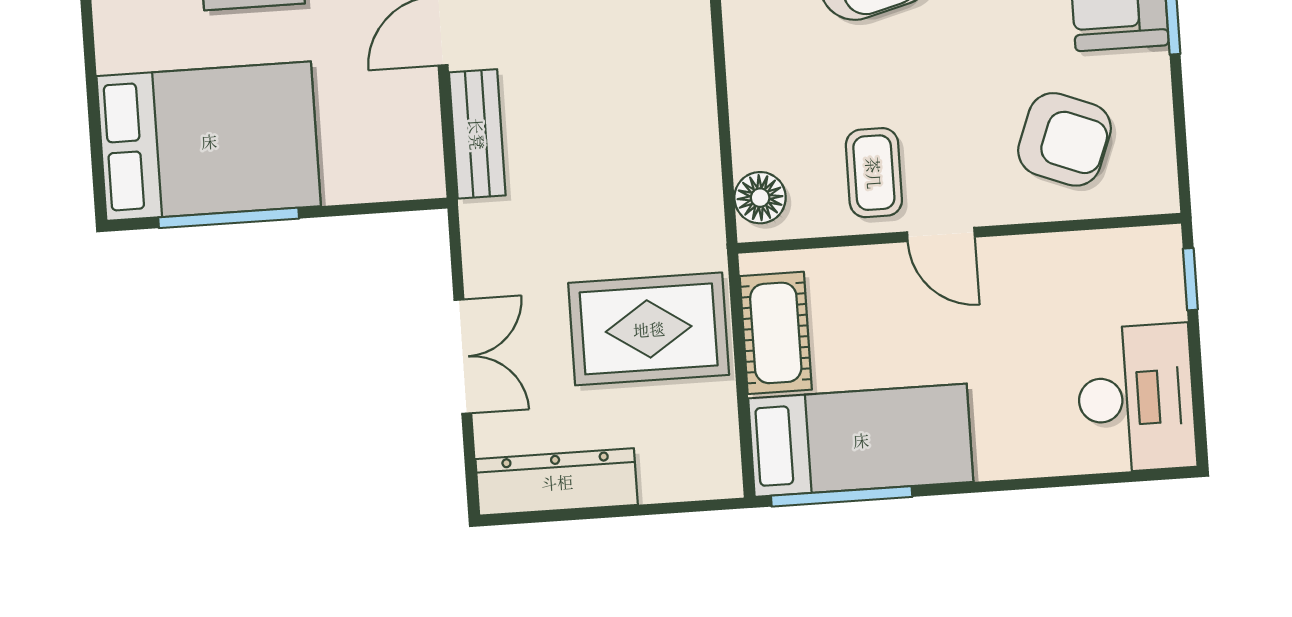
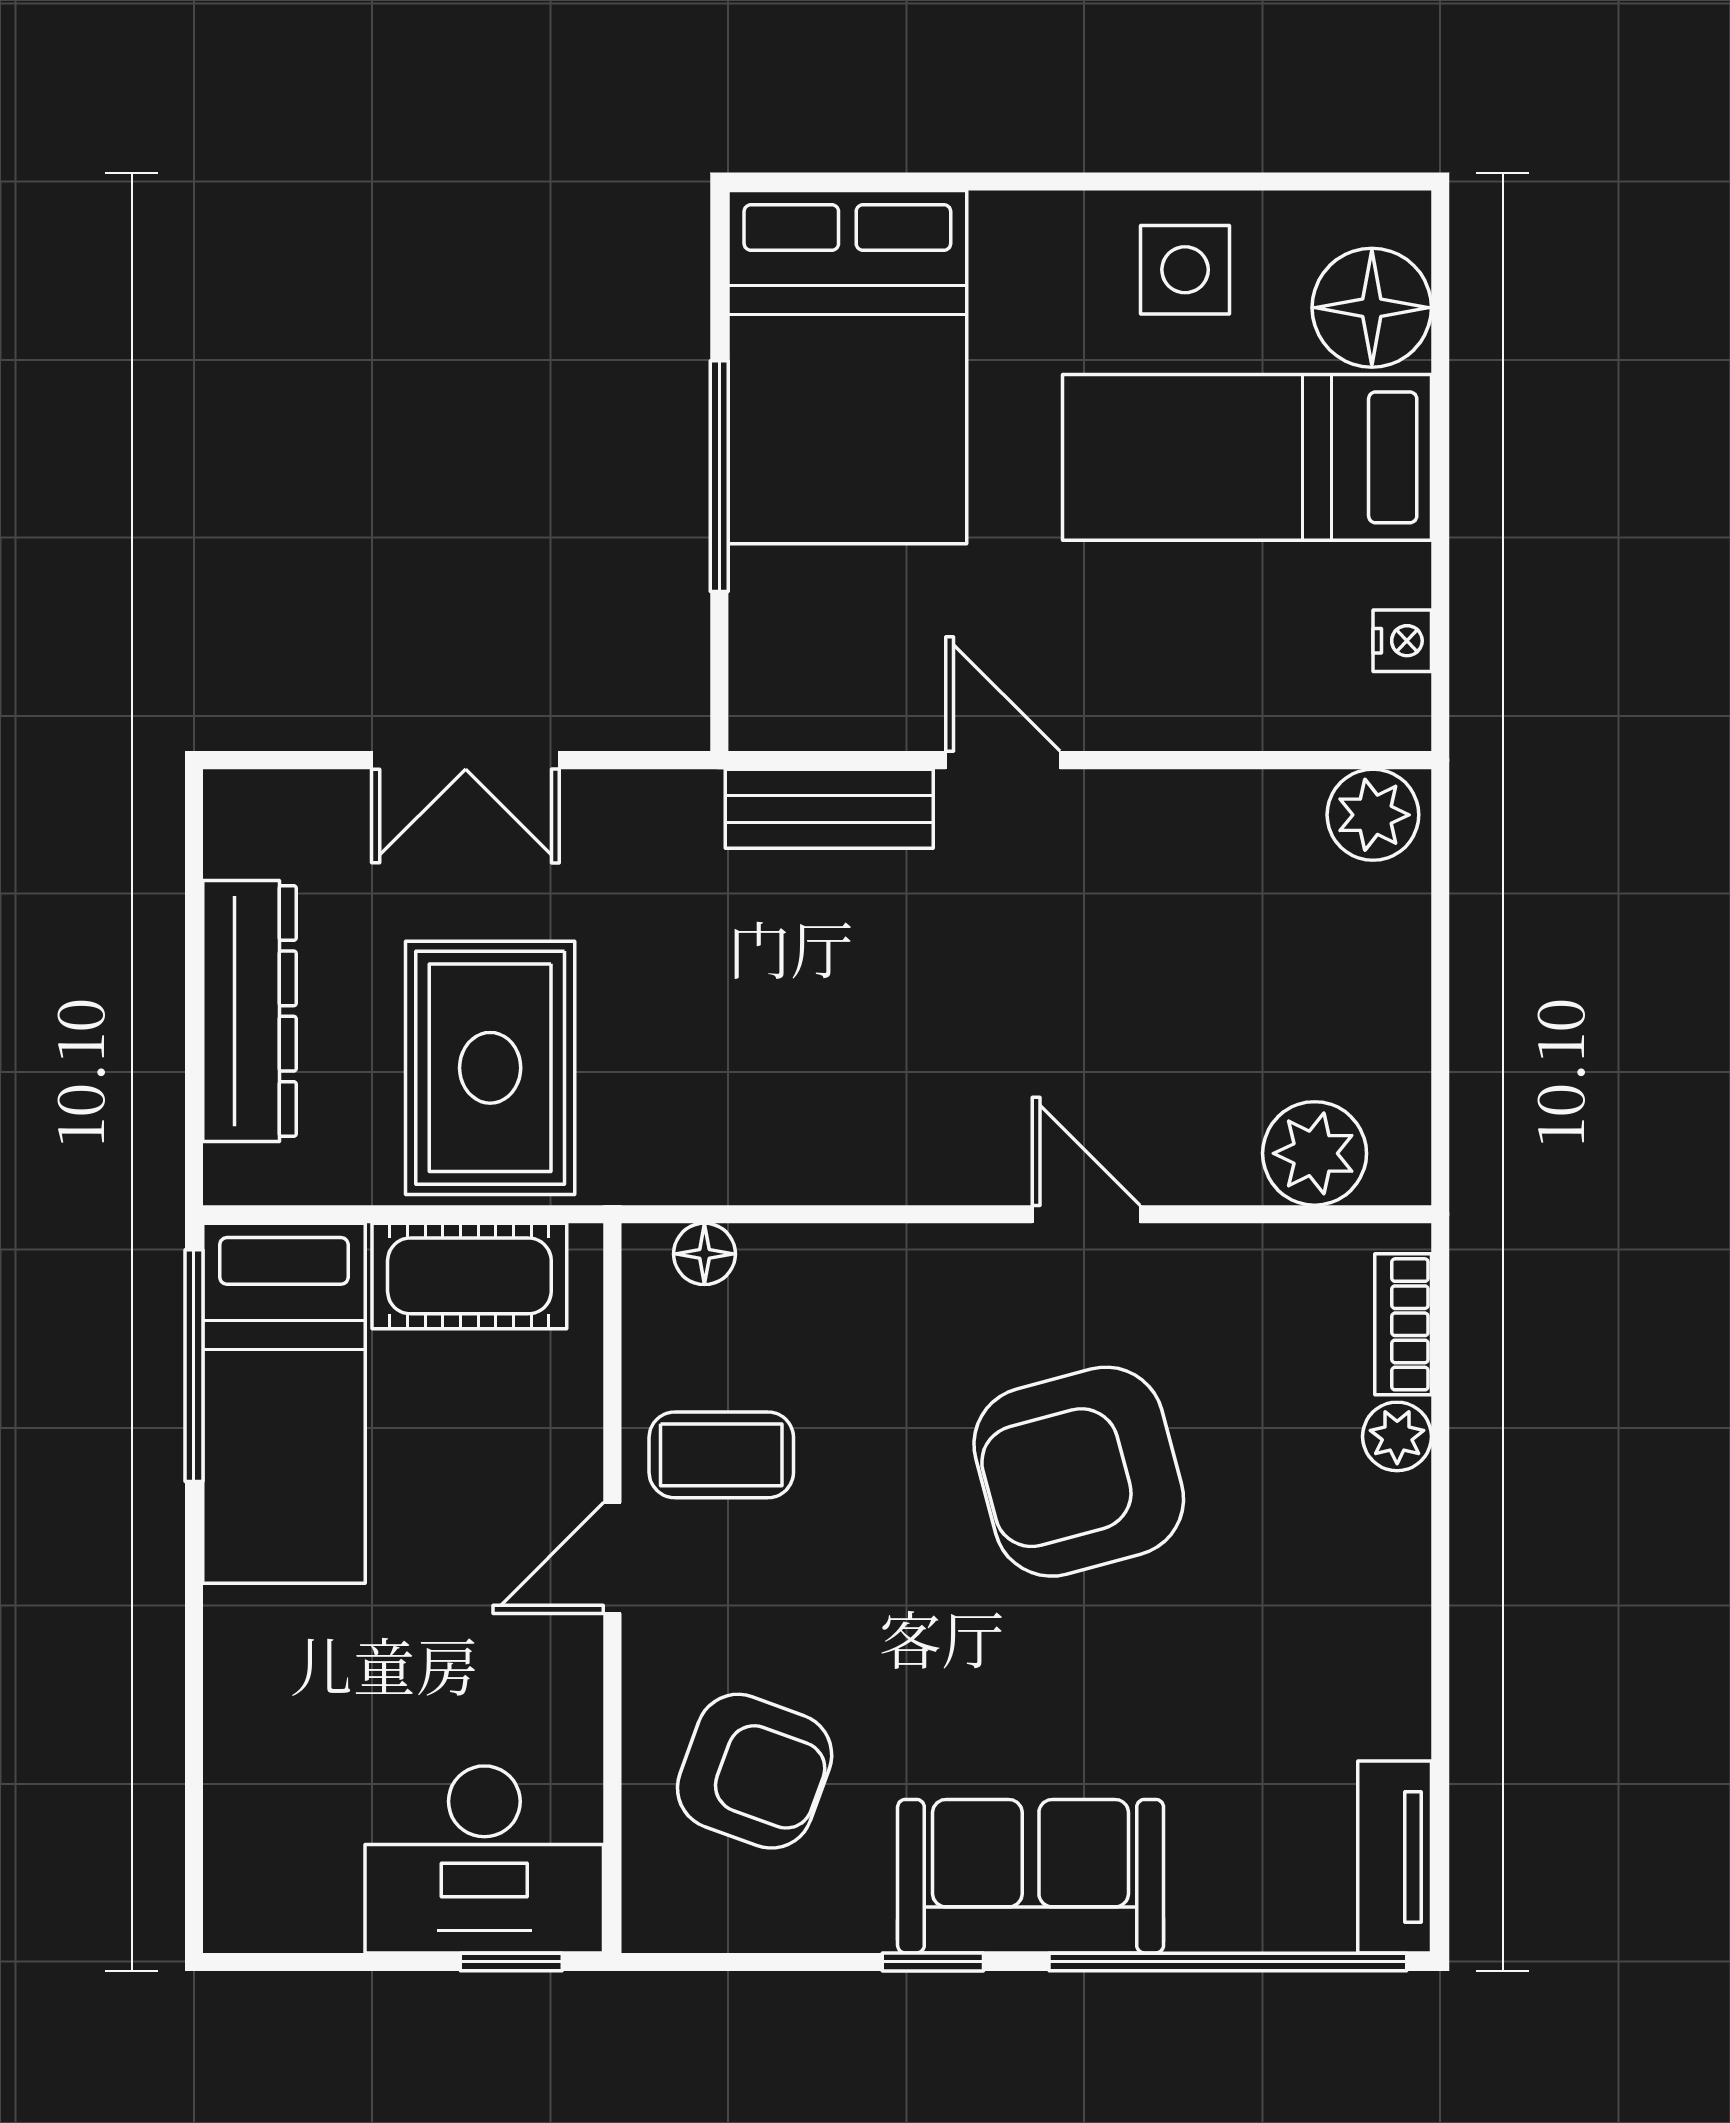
armchair: (1065, 139) -> (755, 1771), turned -91
floor lamp: (760, 198) -> (704, 1254), width x0.73, depth x0.73
window: (229, 218) -> (719, 476), moved
desk: (1136, 398) -> (484, 1859), moved
dresser: (557, 482) -> (250, 1011), moved

